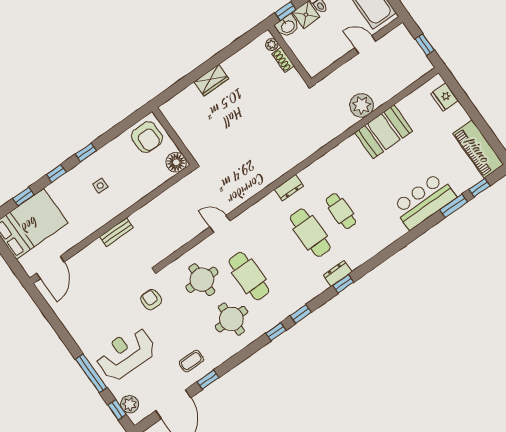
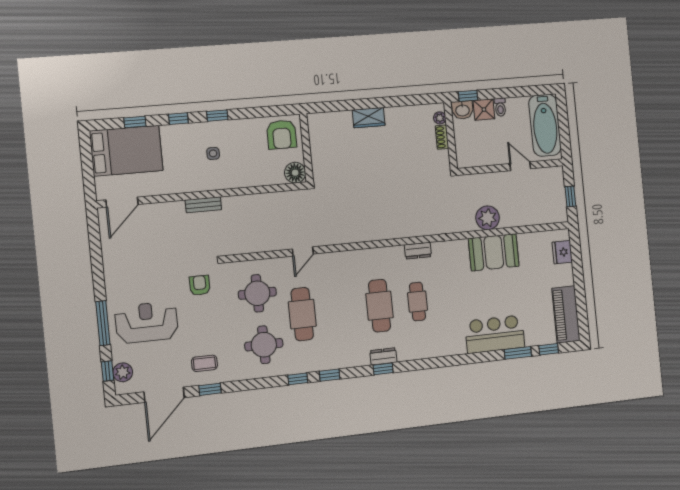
dresser: (289, 188) -> (418, 251), moved
door: (220, 224) -> (303, 252), swing flipped

